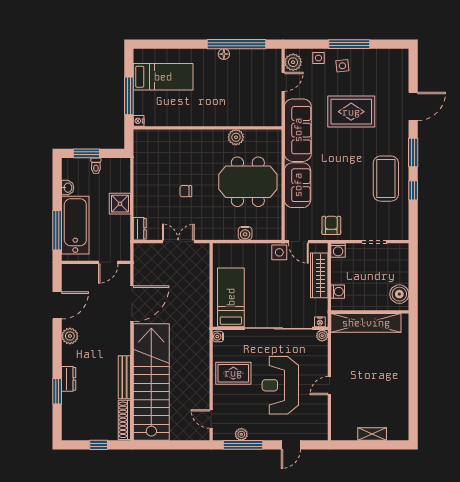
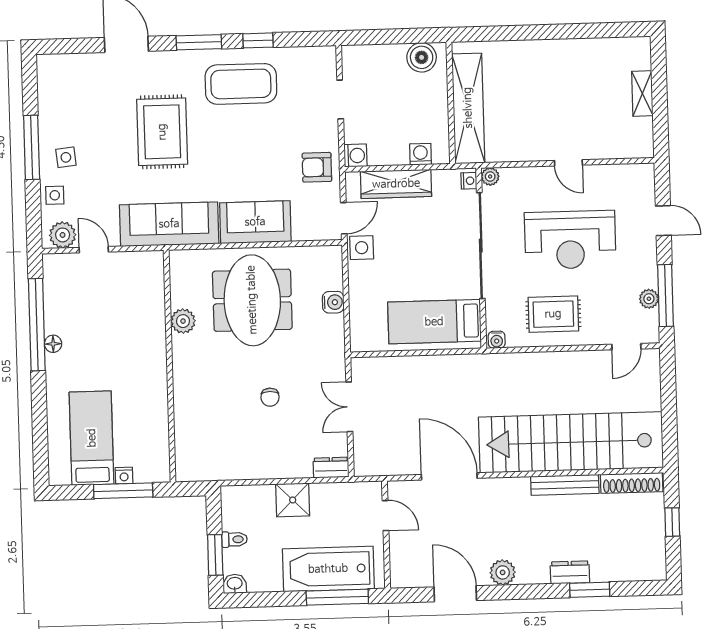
rug: (351, 112) -> (162, 132), moved
nightstand: (139, 121) -> (124, 476), moved
washbasin: (68, 188) -> (235, 584), moved
rug: (233, 373) -> (553, 314), turned 90

